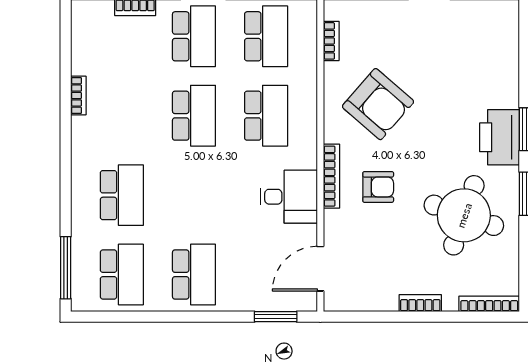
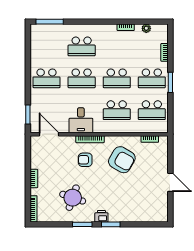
plant: (81, 49) -> (146, 28), added
armchair: (378, 104) -> (122, 160), turned -101
printer: (500, 137) -> (101, 216), width x0.53, depth x0.68
armchair: (378, 187) -> (85, 160), turned 90
round table: (464, 215) -> (73, 198), width x0.73, depth x0.73
school desk: (122, 274) -> (82, 78), moved

